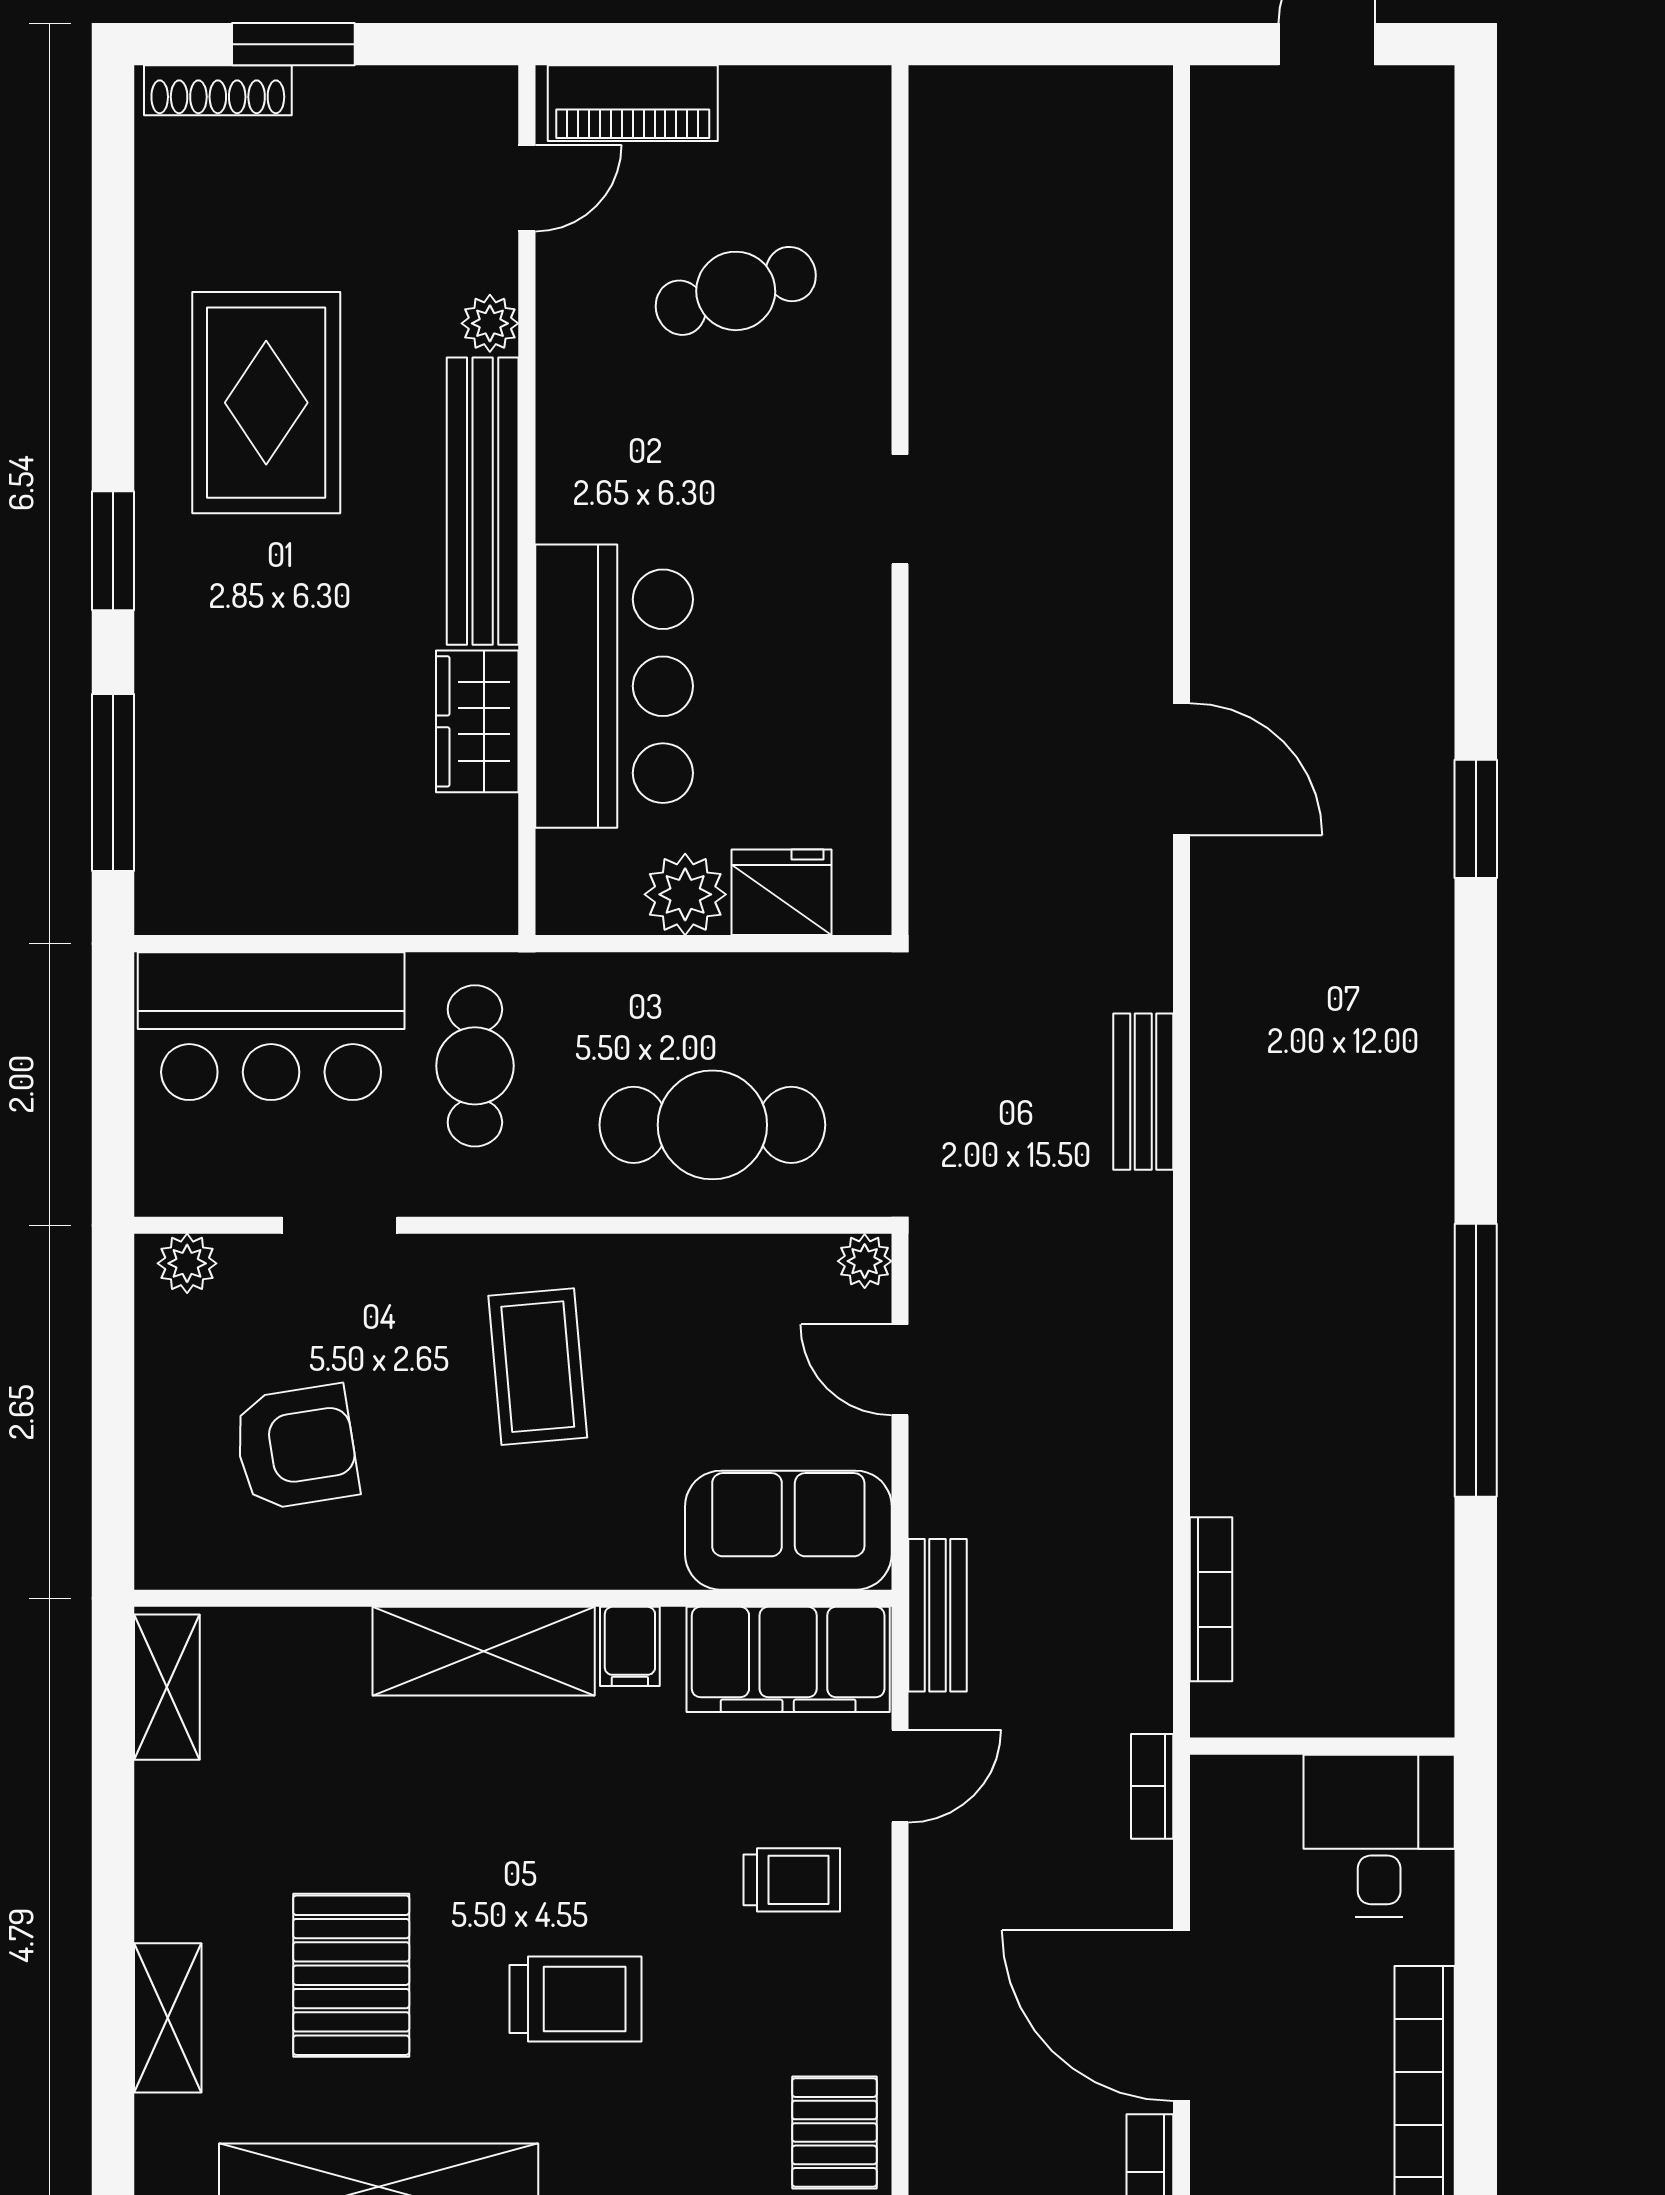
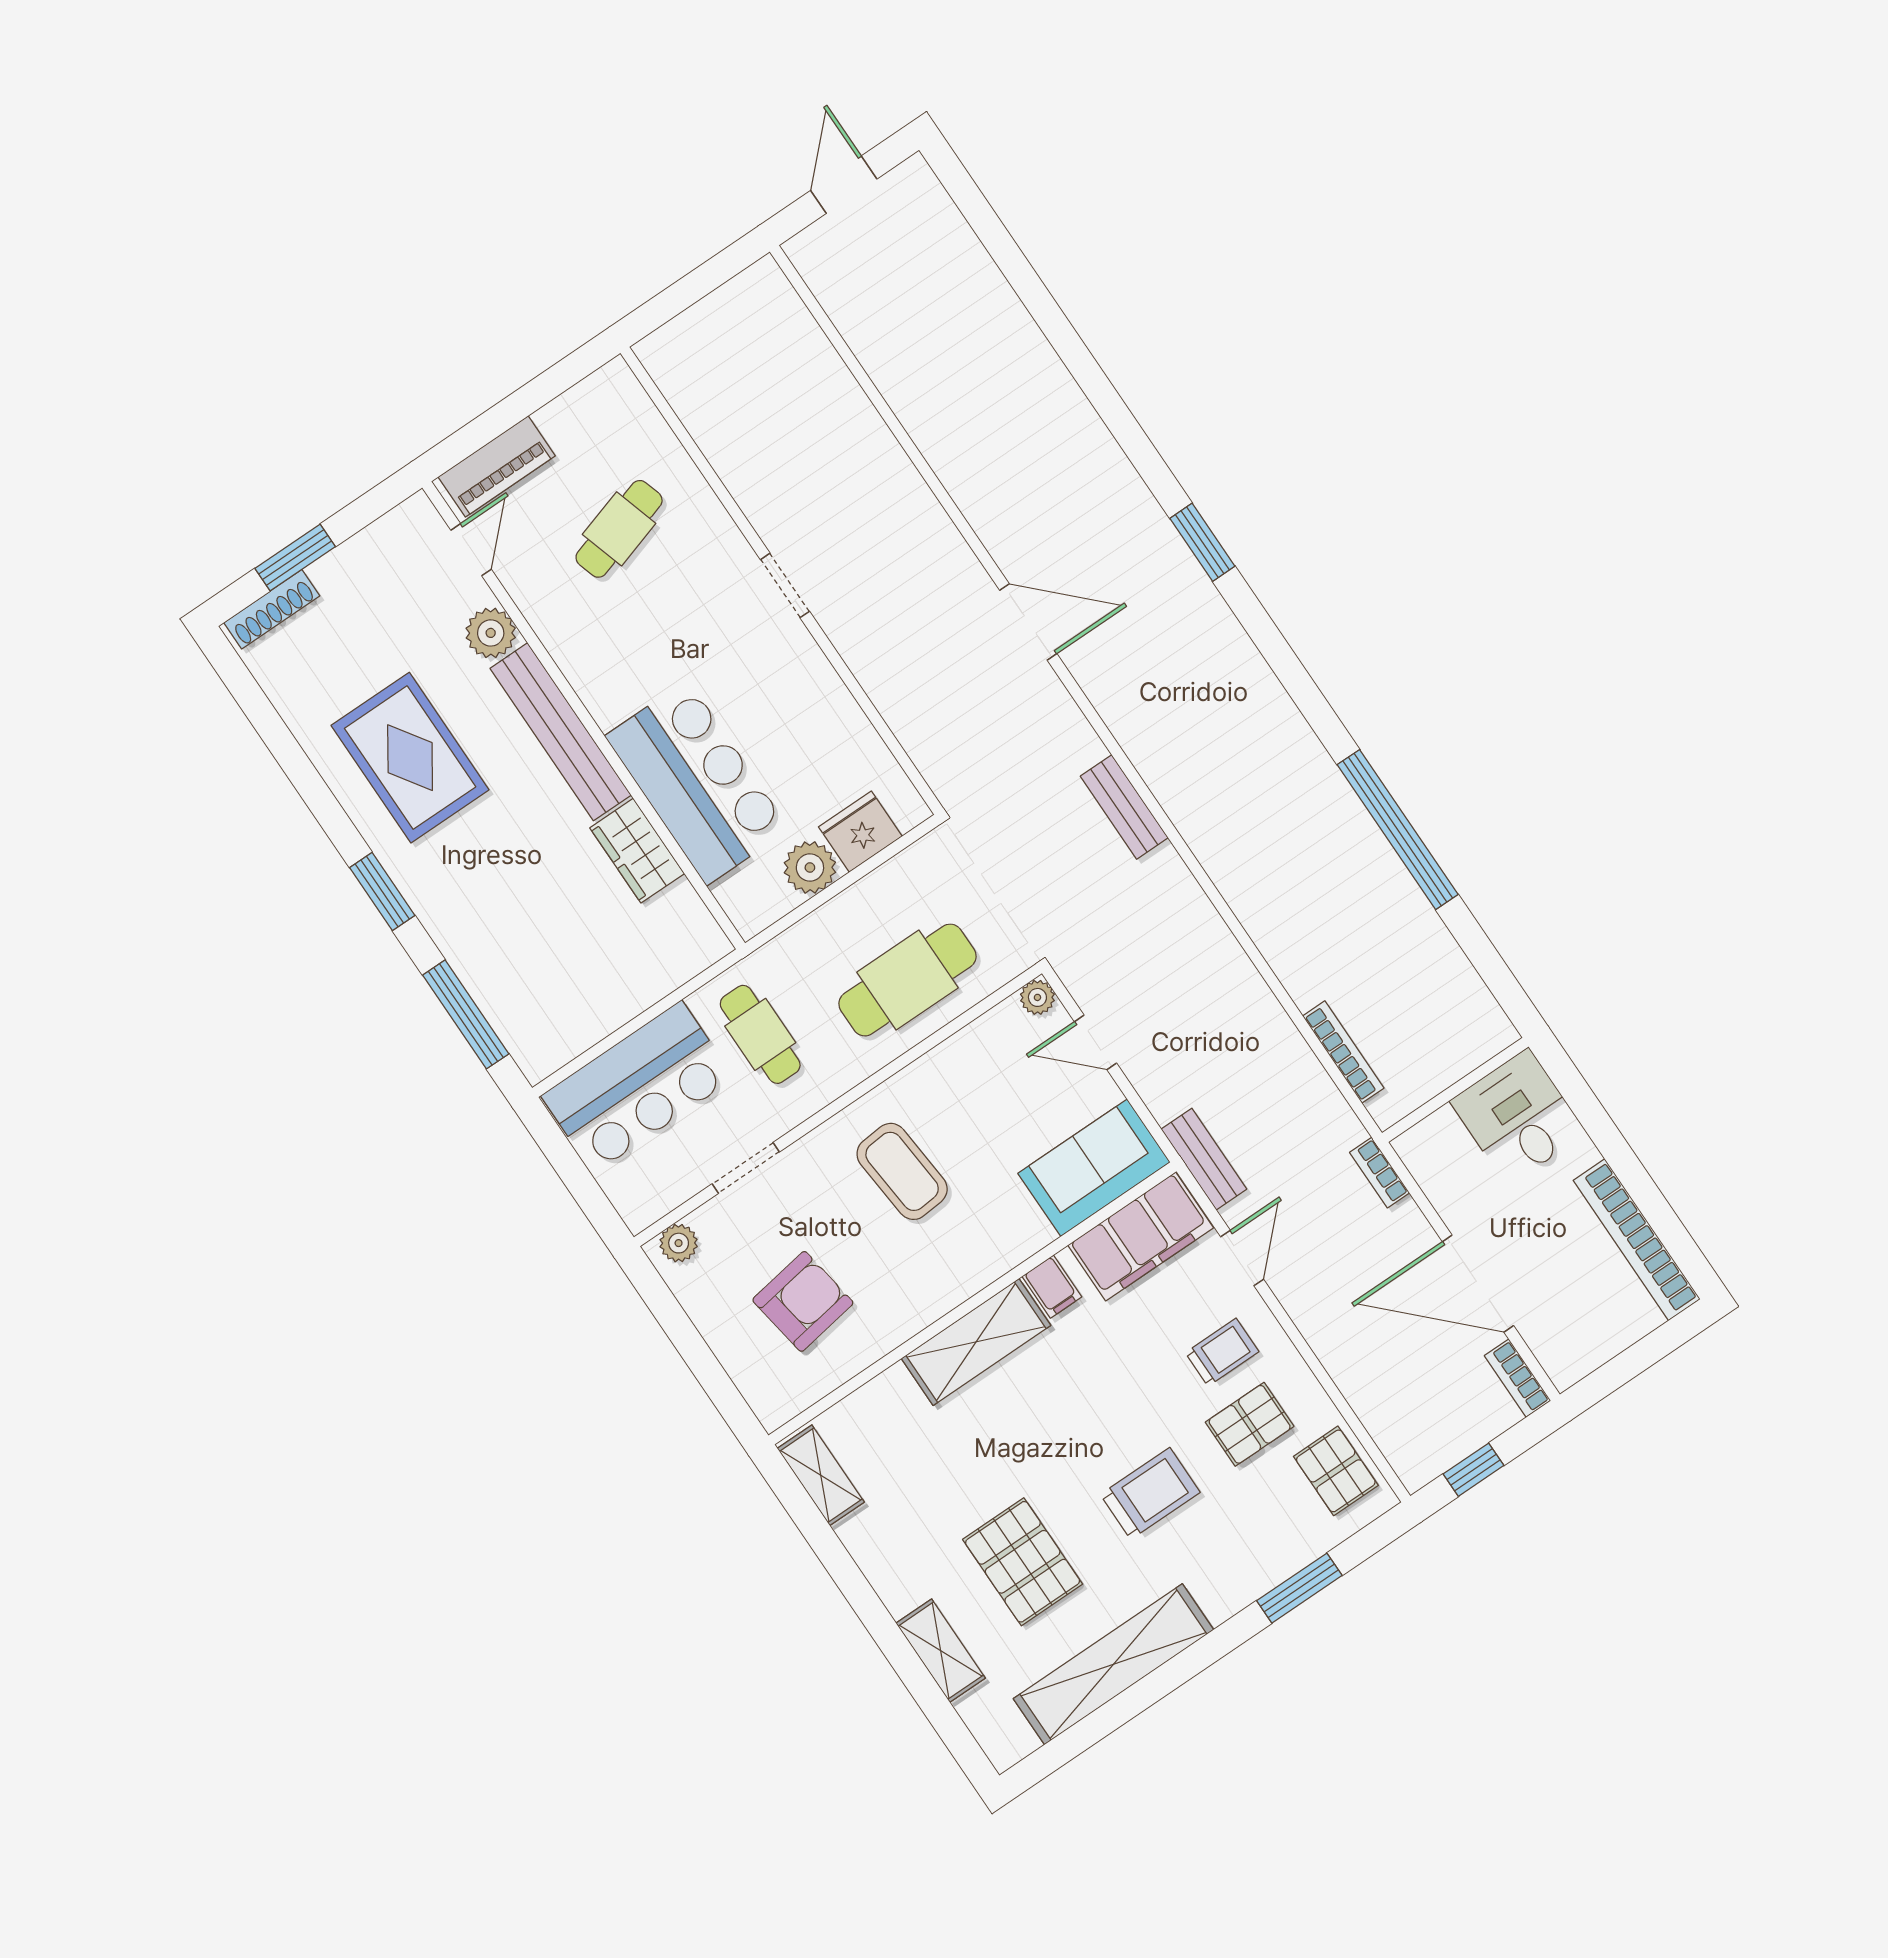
plant: (490, 323) -> (491, 633), width x1.38, depth x1.38
pallet: (764, 1997) -> (1250, 1424), added

